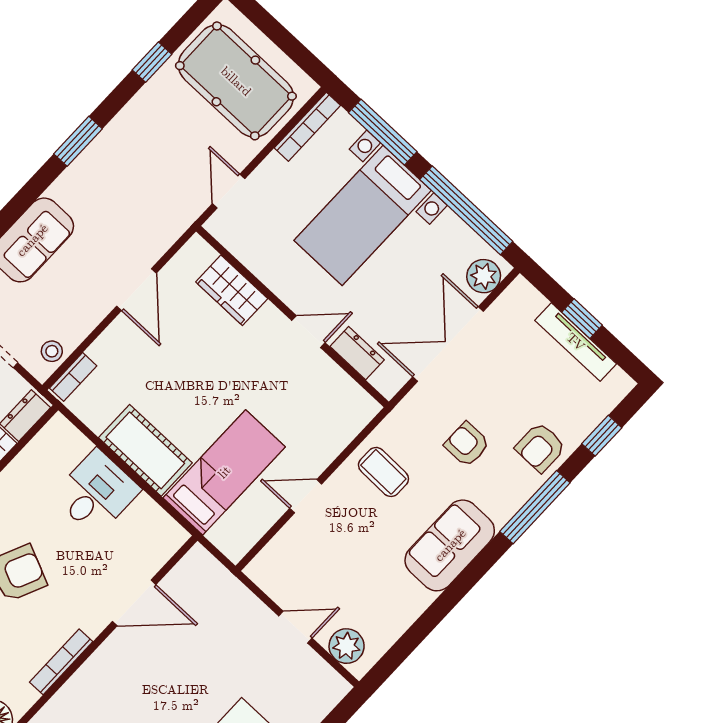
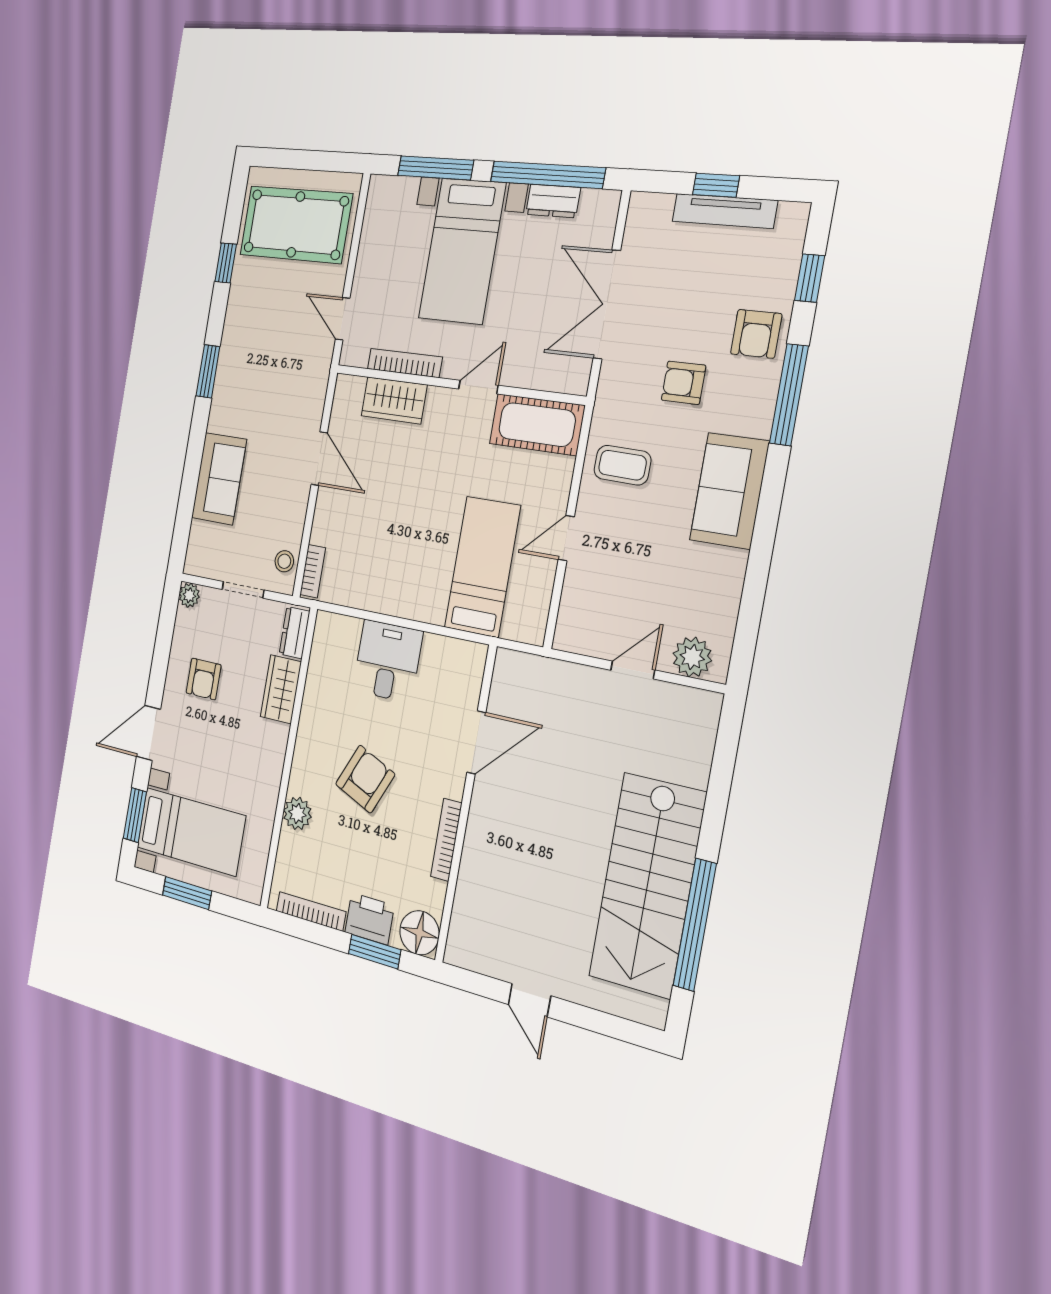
bookcase: (307, 127) -> (405, 363), moved, turned -90
plant: (484, 276) -> (600, 219), removed
dresser: (357, 353) -> (553, 201), moved, turned 180
cot: (145, 450) -> (537, 425), moved

